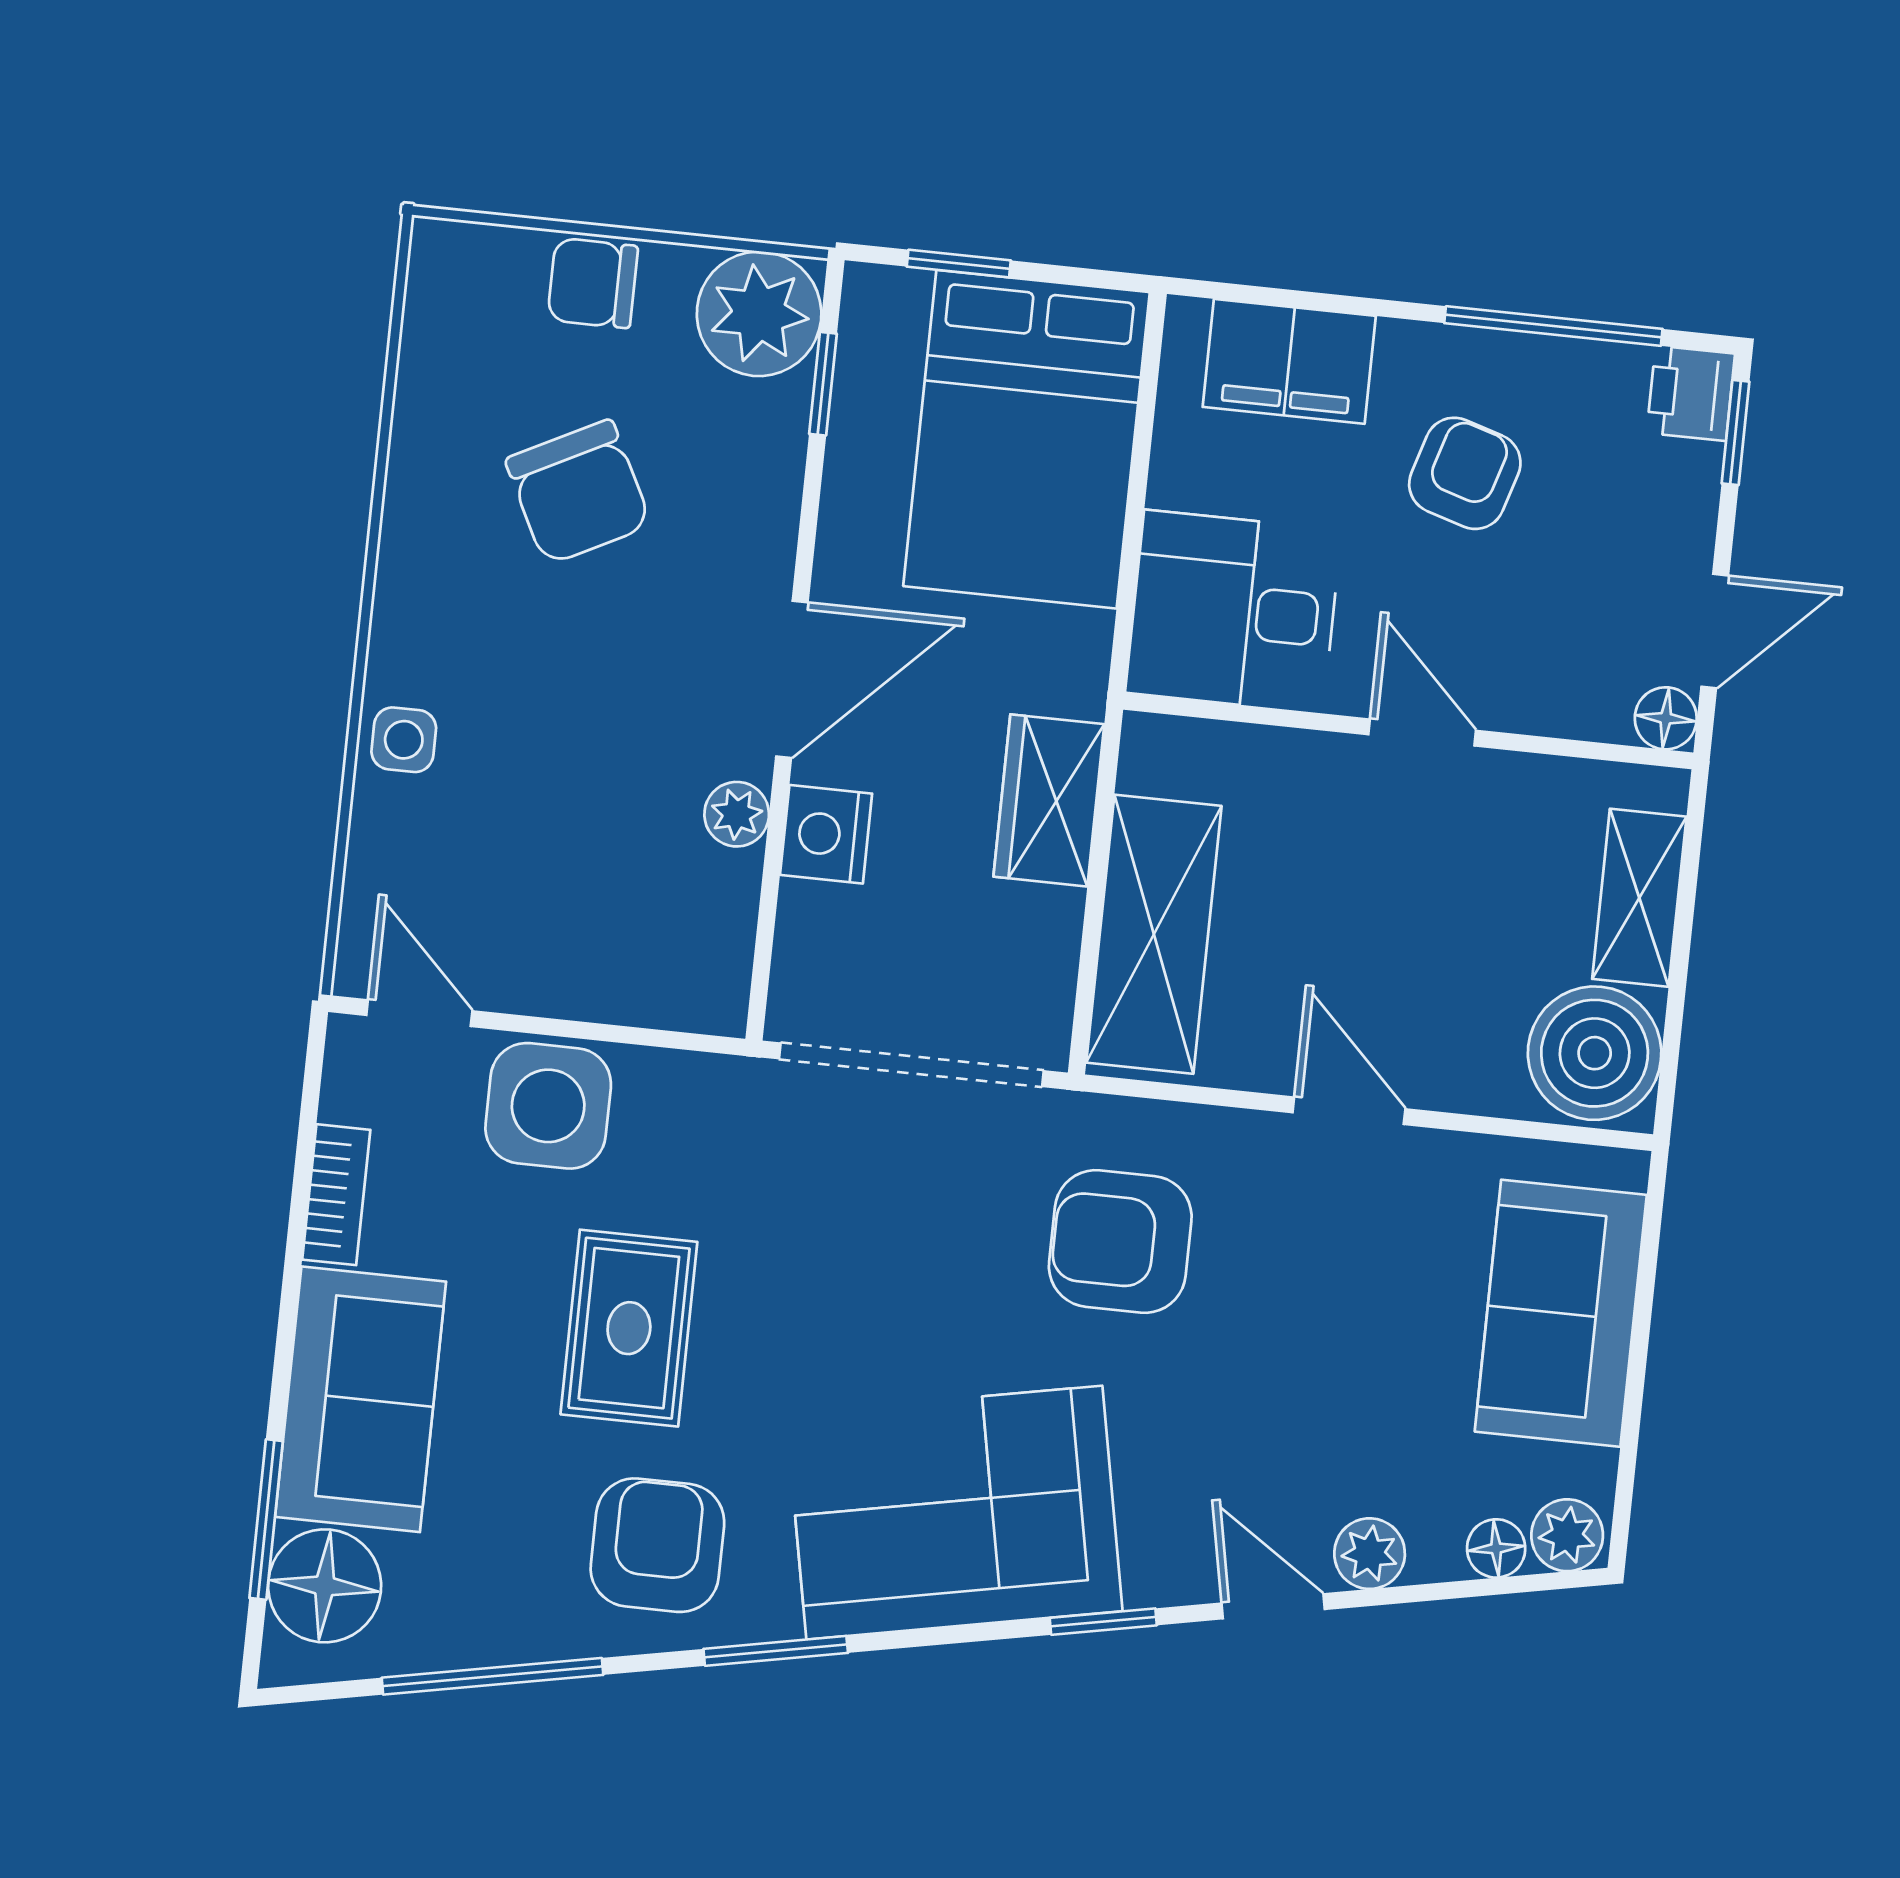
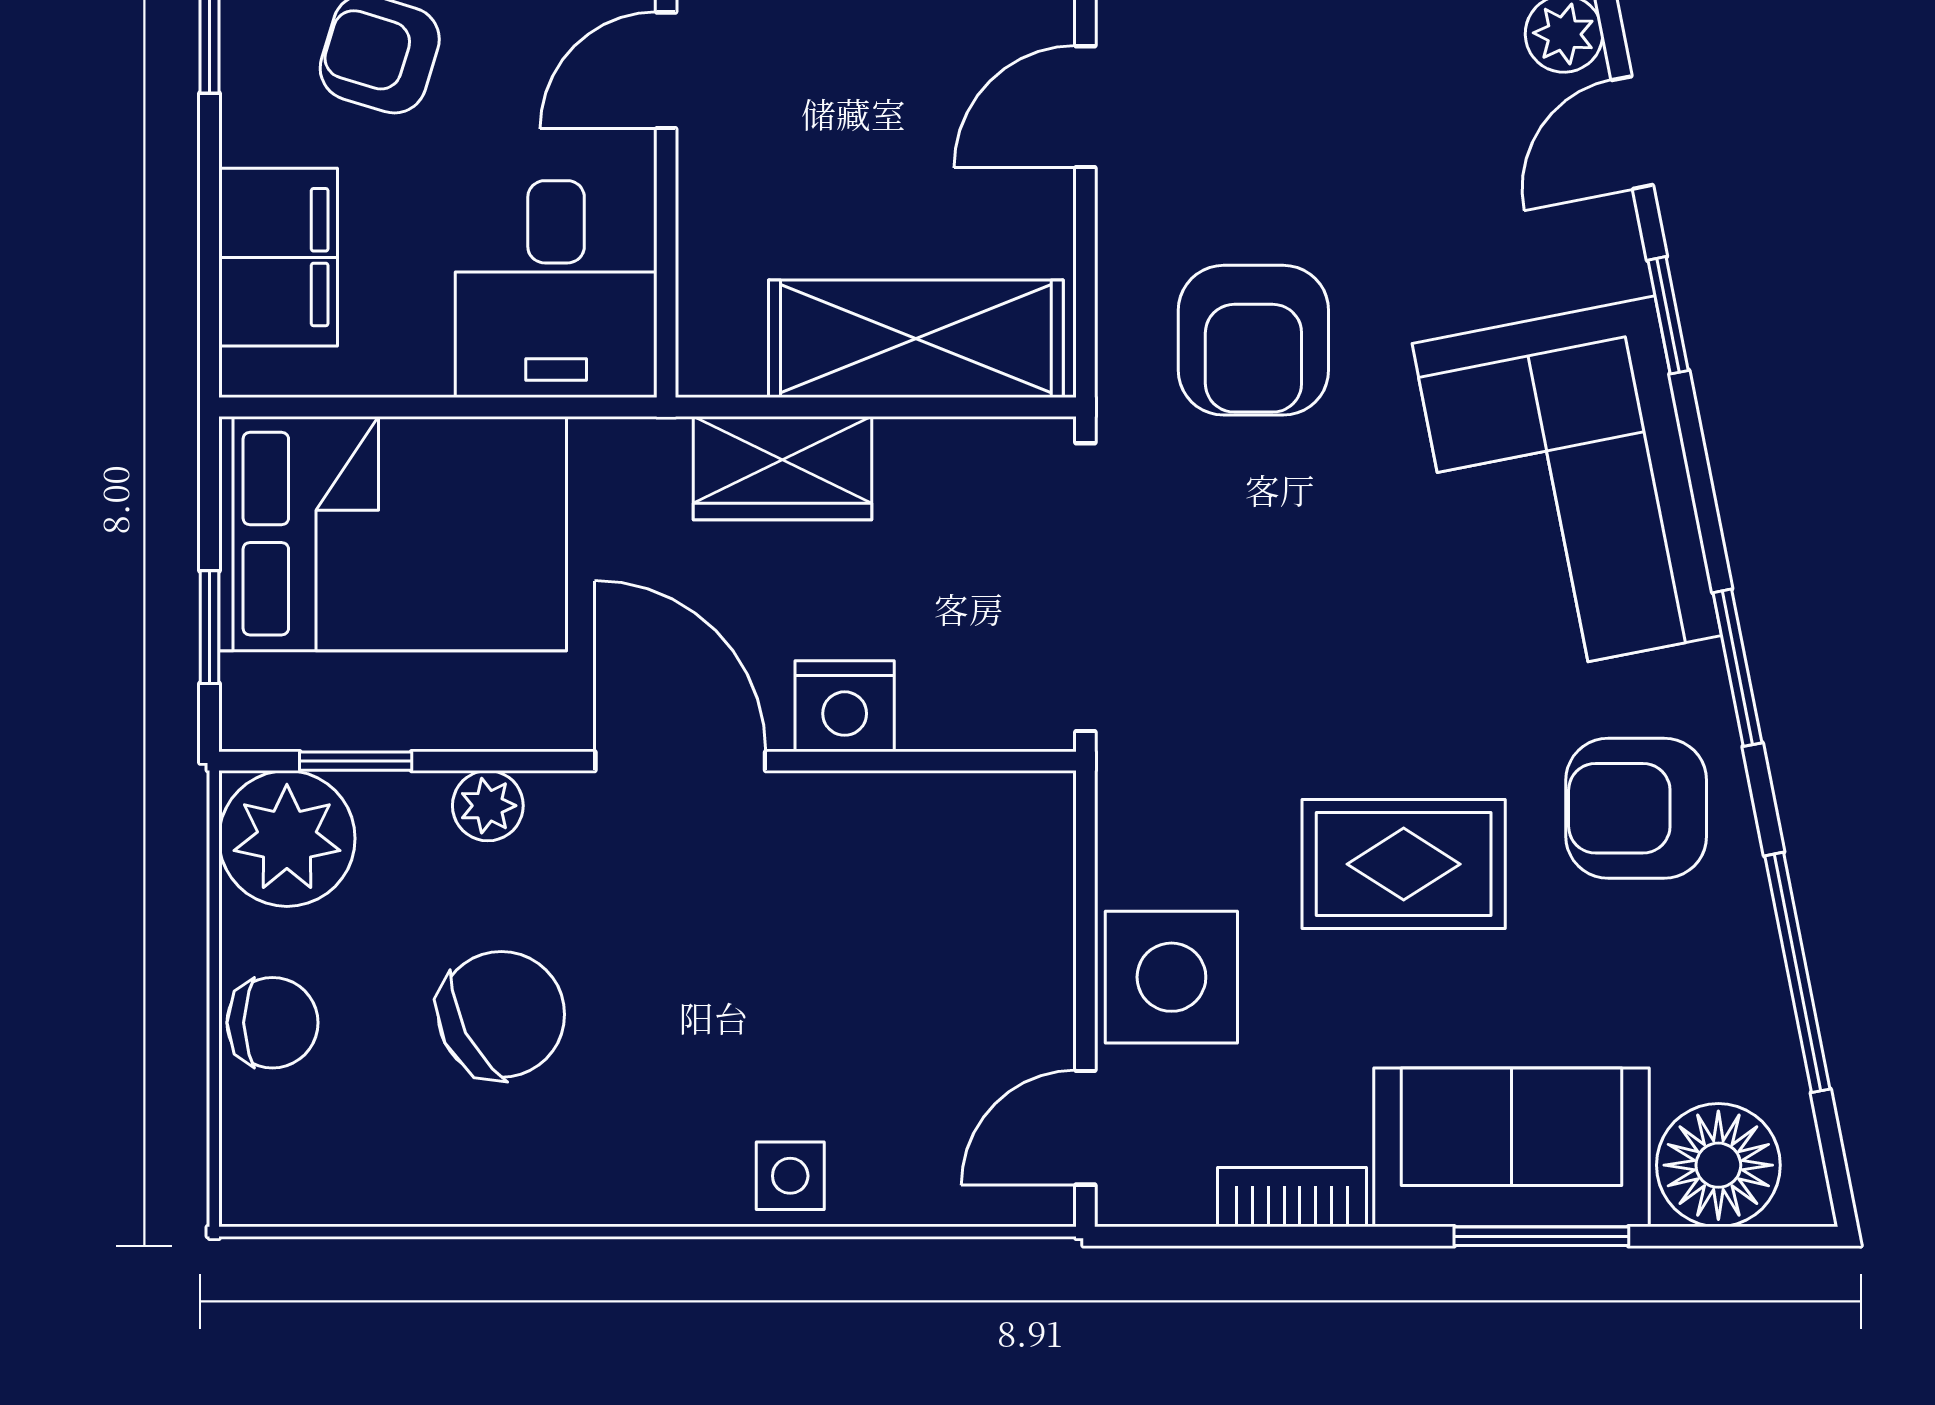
chair: (593, 283) -> (272, 1023), turned -90
plant: (737, 814) -> (488, 806), moved
window: (266, 1520) -> (1541, 1236), moved

